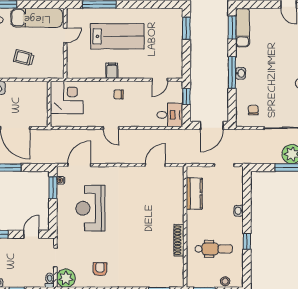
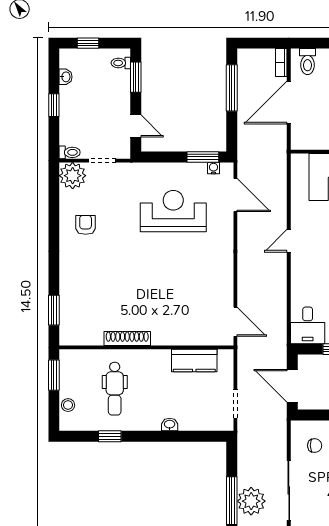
door: (155, 165) -> (235, 322), moved
window: (247, 241) -> (110, 436), moved
armchair: (100, 269) -> (86, 225), turned -90

